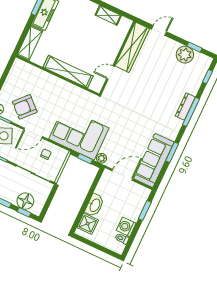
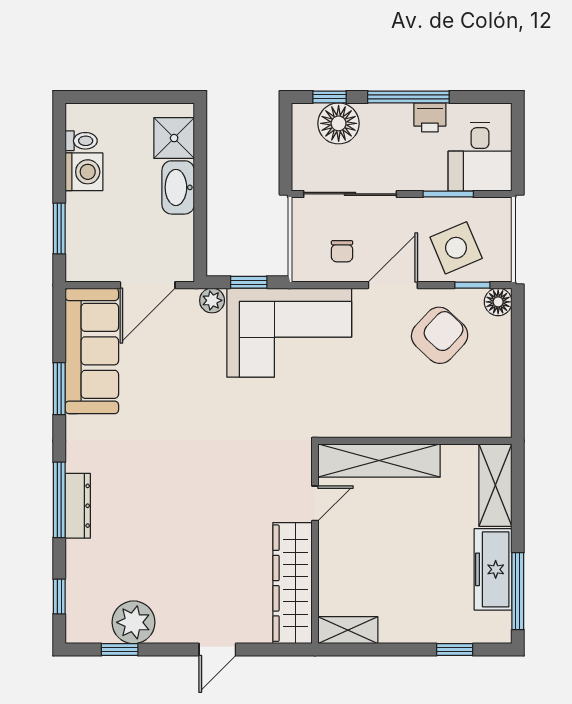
wardrobe: (132, 47) -> (292, 583), moved
wall: (117, 58) -> (315, 544), moved
door: (110, 72) -> (315, 503), moved

